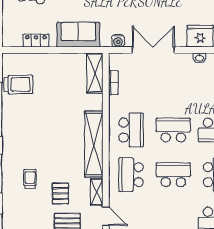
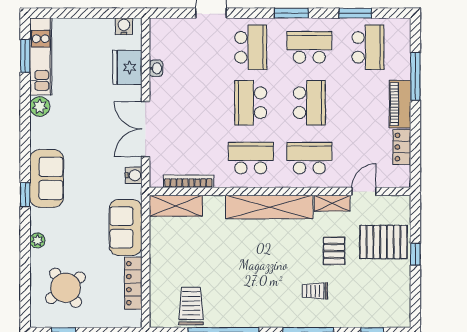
locker: (36, 41) -> (133, 283), width x1.53
bookcase: (113, 83) -> (188, 181), width x1.56
school desk: (131, 175) -> (309, 158), turned 180
school desk: (173, 175) -> (309, 103), turned 180
pallet: (60, 193) -> (334, 251), turned 90

